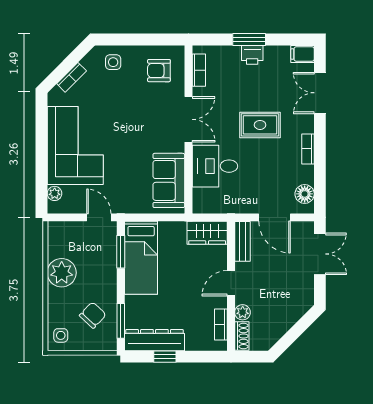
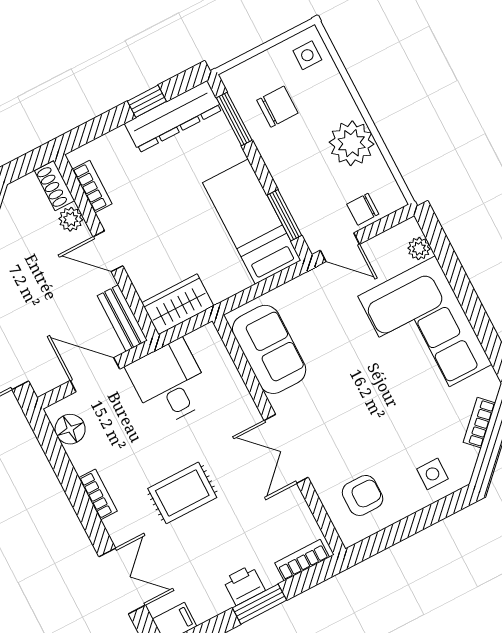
bookcase: (199, 70) -> (302, 560), moved, turned 90
desk: (215, 166) -> (169, 383), moved, turned -90
chair: (75, 232) -> (363, 209), added
door: (231, 283) -> (108, 251), swing flipped
chair: (93, 315) -> (277, 107), turned -133

